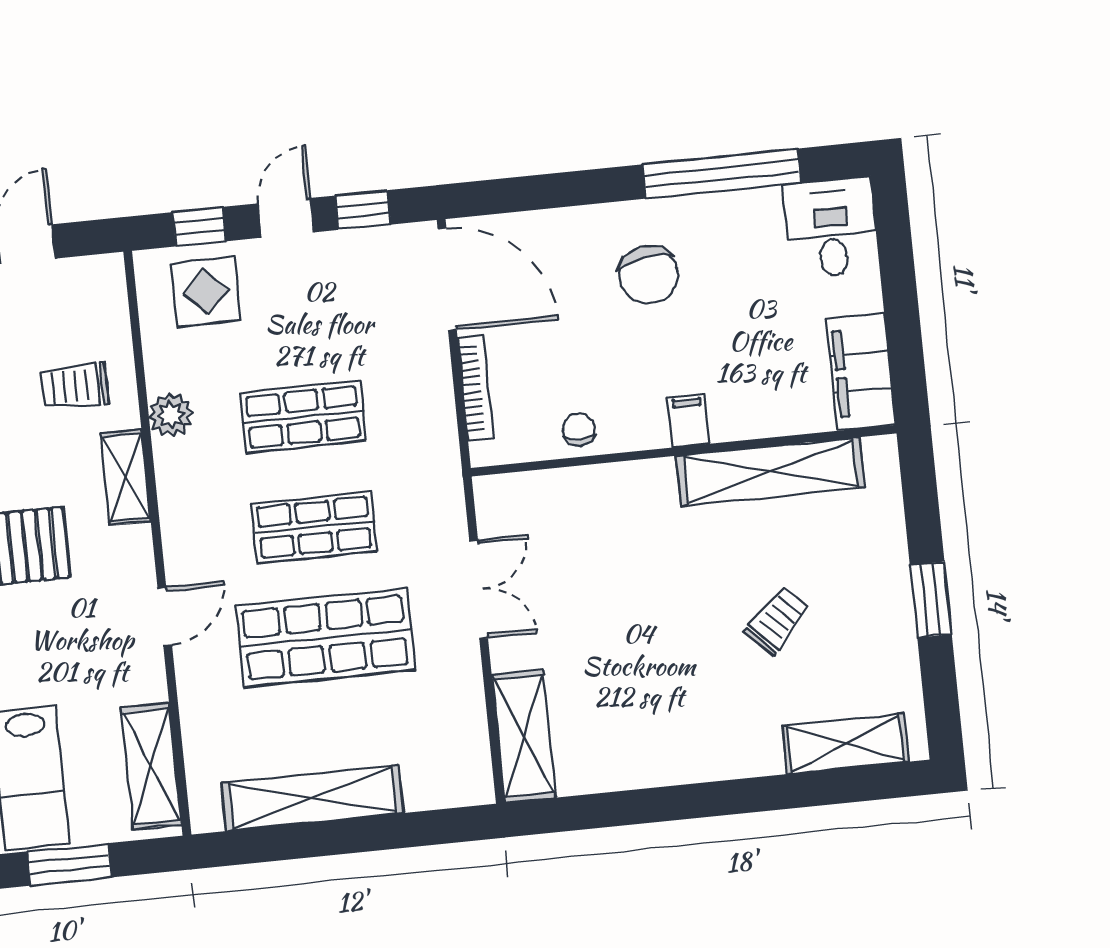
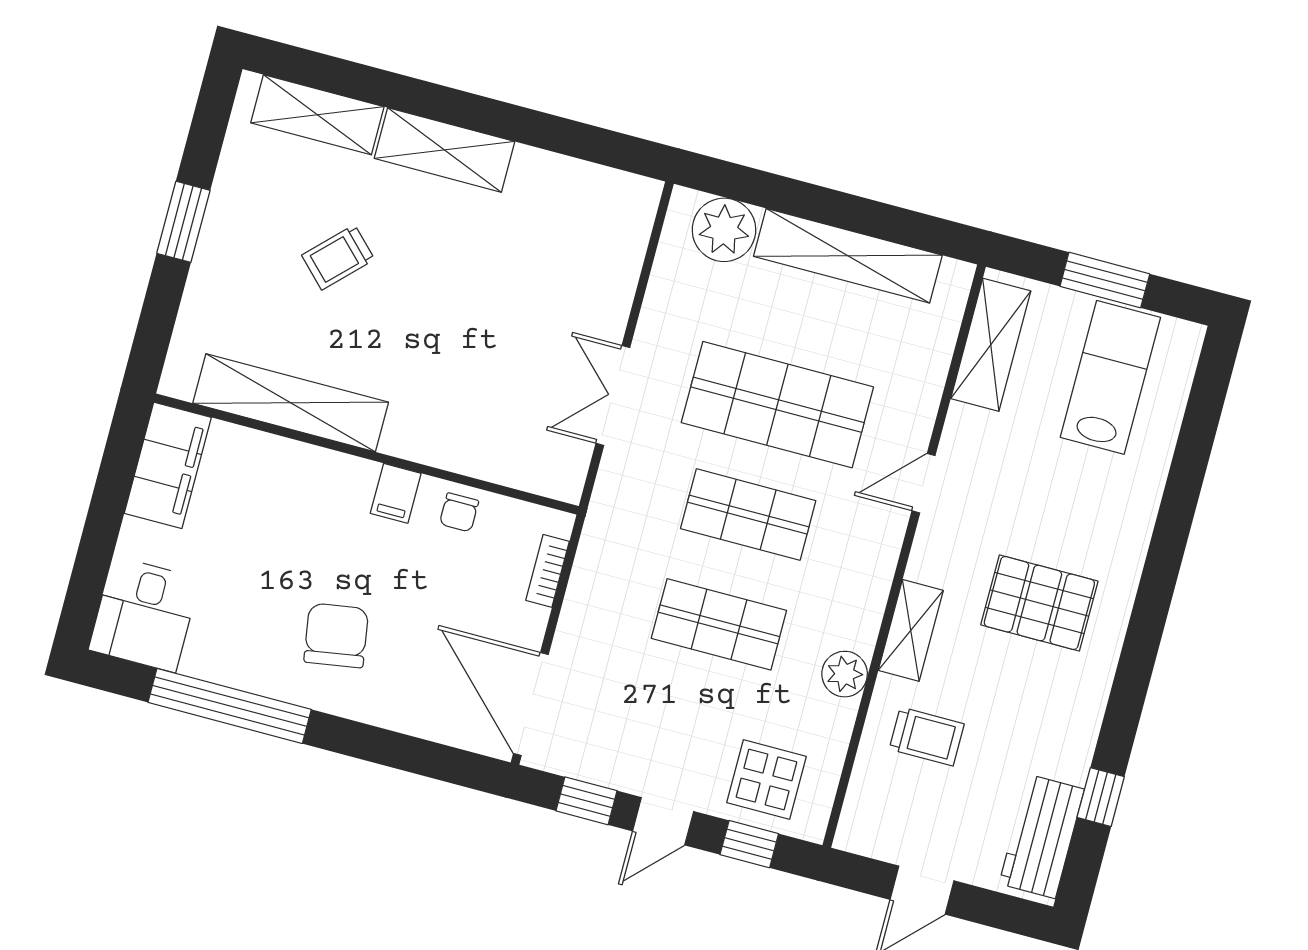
bookcase: (476, 388) -> (548, 571), width x0.64
filing cabinet: (688, 420) -> (396, 493), moved
shelving: (524, 736) -> (444, 150), moved, turned 90
plant: (434, 779) -> (724, 230), added

